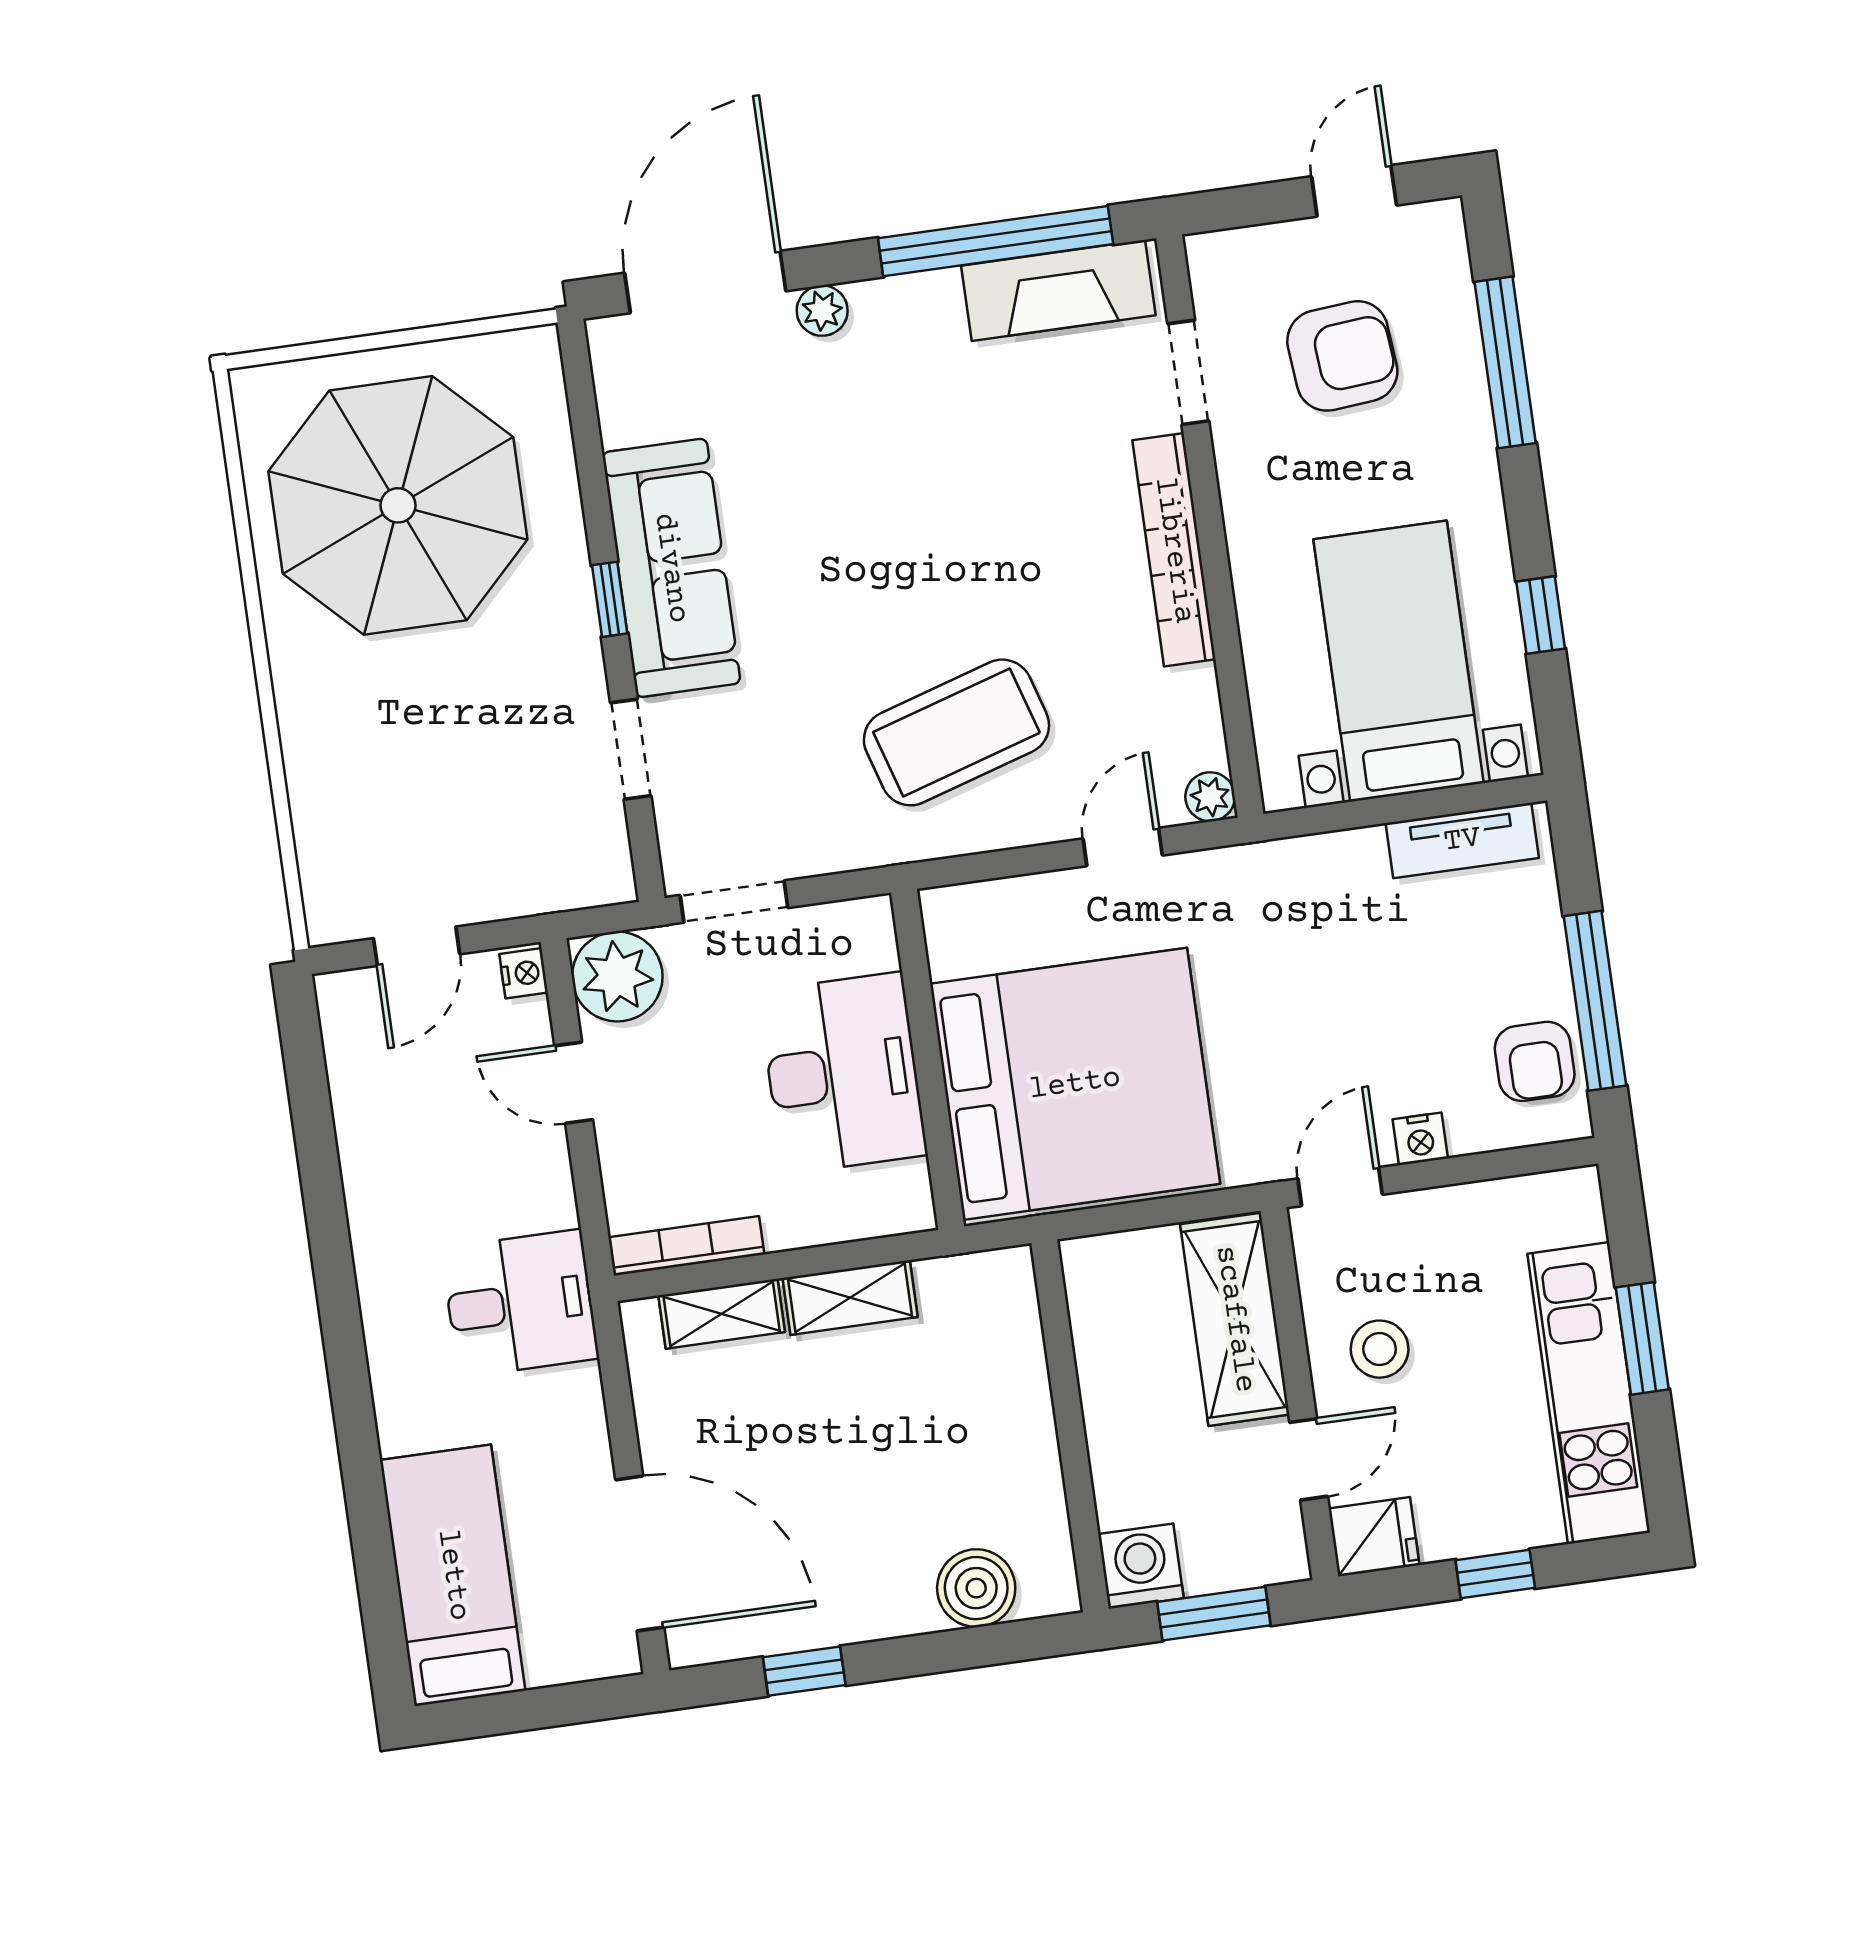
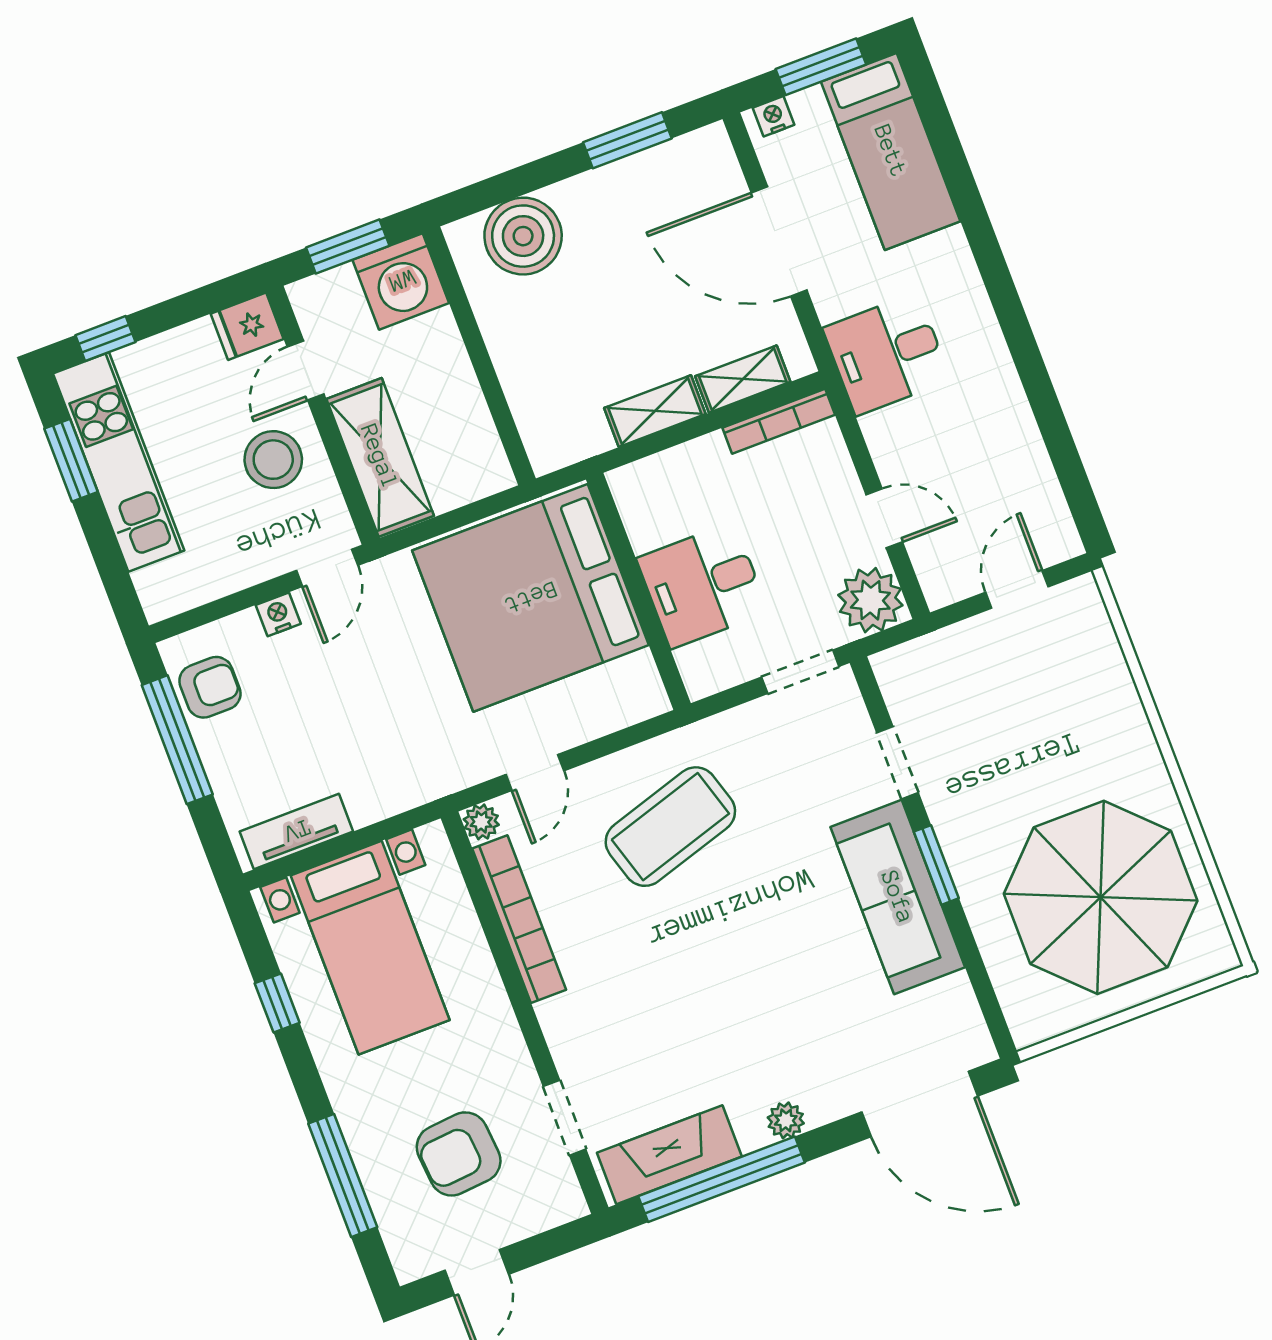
door: (705, 282) -> (920, 1104), hinge flipped
plant: (822, 311) -> (786, 1120), moved
bookcase: (1174, 550) -> (519, 919), moved
window: (610, 599) -> (936, 865), width x1.50
nightstand: (524, 973) -> (774, 116), moved, turned 90
armchair: (1535, 1061) -> (210, 687), turned 90
desk: (843, 1073) -> (702, 585), width x0.73
window: (1642, 1338) -> (71, 460), moved
stool: (1380, 1349) -> (273, 460), width x1.38, depth x1.38
door: (640, 1553) -> (779, 242), moved
washing machine: (1141, 1566) -> (401, 281), width x1.37, depth x1.37
window: (1495, 1574) -> (105, 339), moved
boiler: (976, 1588) -> (523, 236), width x1.37, depth x1.37
window: (804, 1671) -> (627, 140), width x1.50
window: (521, 1711) -> (821, 67), added

